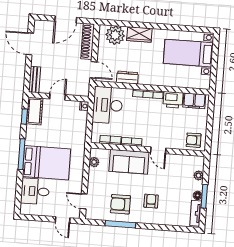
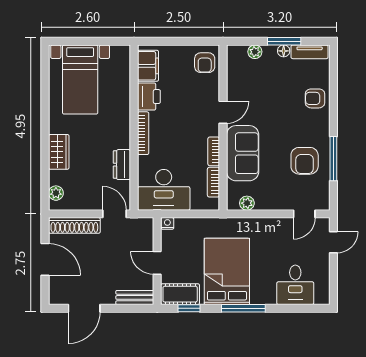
plant: (115, 35) -> (56, 193), width x0.53, depth x0.53
door: (94, 70) -> (115, 214), hinge flipped
bed: (46, 163) -> (227, 271), moved
armchair: (151, 201) -> (315, 98), moved

